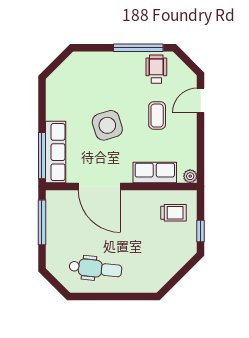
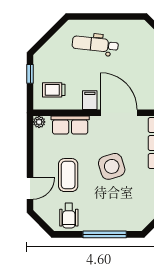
window: (138, 48) -> (105, 234), moved
coffee table: (157, 116) -> (68, 175), width x1.36, depth x1.30
filing cabinet: (132, 201) -> (90, 100), added
dental chair: (95, 269) -> (95, 44), moved

